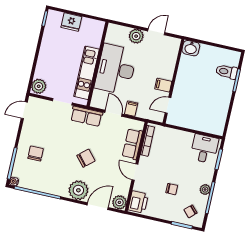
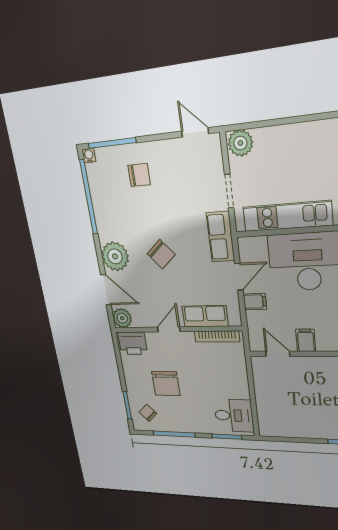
chair: (172, 189) -> (166, 383), width x1.87, depth x1.87
plant: (205, 190) -> (182, 426), removed

